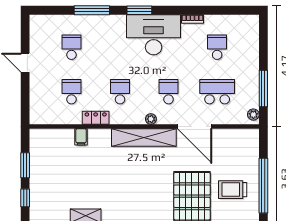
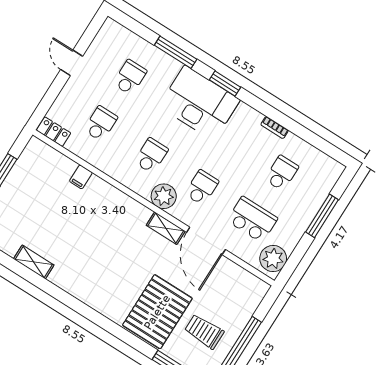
desk: (154, 35) -> (199, 103), moved
window: (263, 88) -> (322, 216), moved
plant: (253, 115) -> (273, 259), width x1.87, depth x1.87
locker: (96, 118) -> (54, 132), moved
plant: (151, 119) -> (164, 196), width x1.88, depth x1.88
shelving: (144, 138) -> (166, 228), width x0.45, depth x0.75

